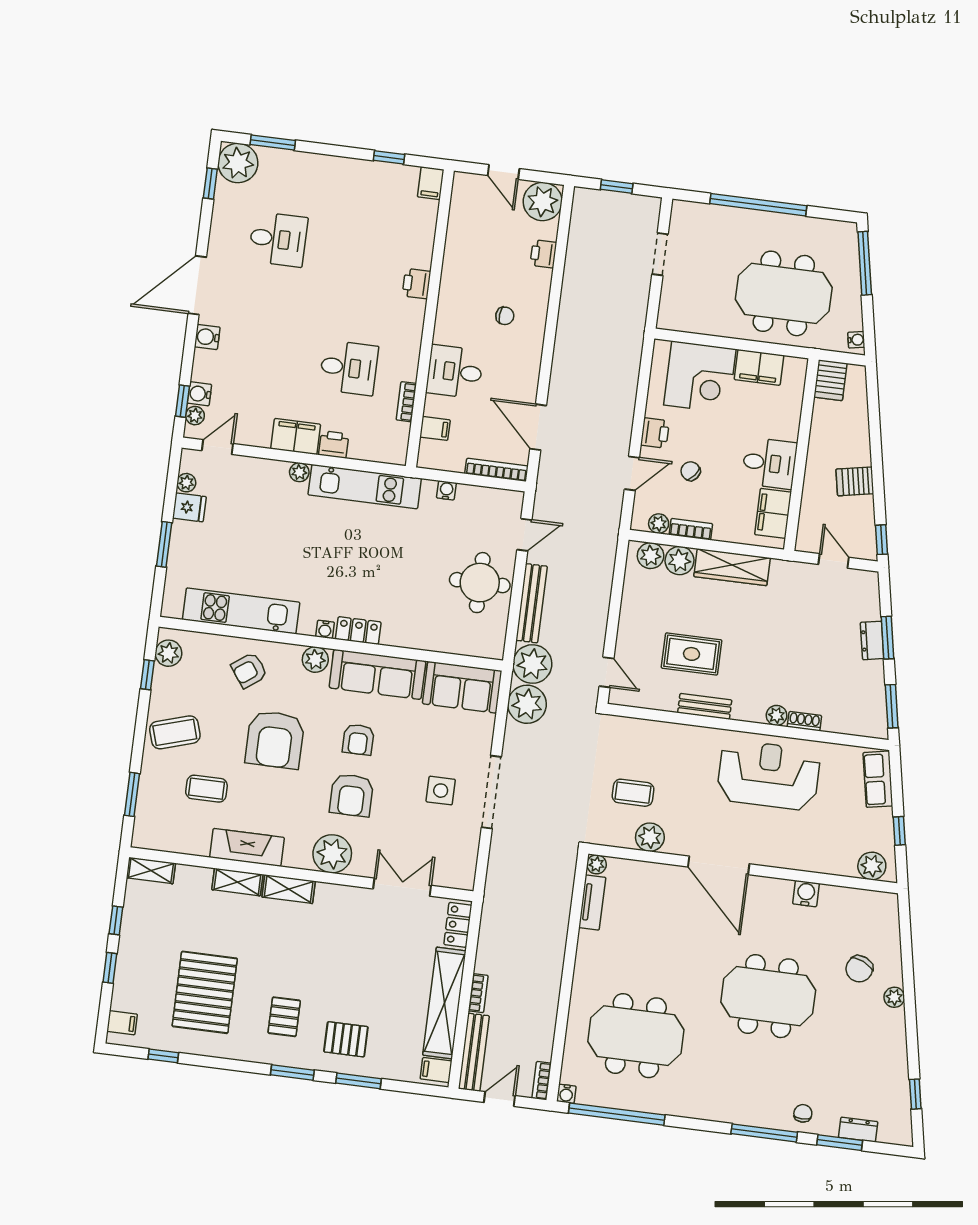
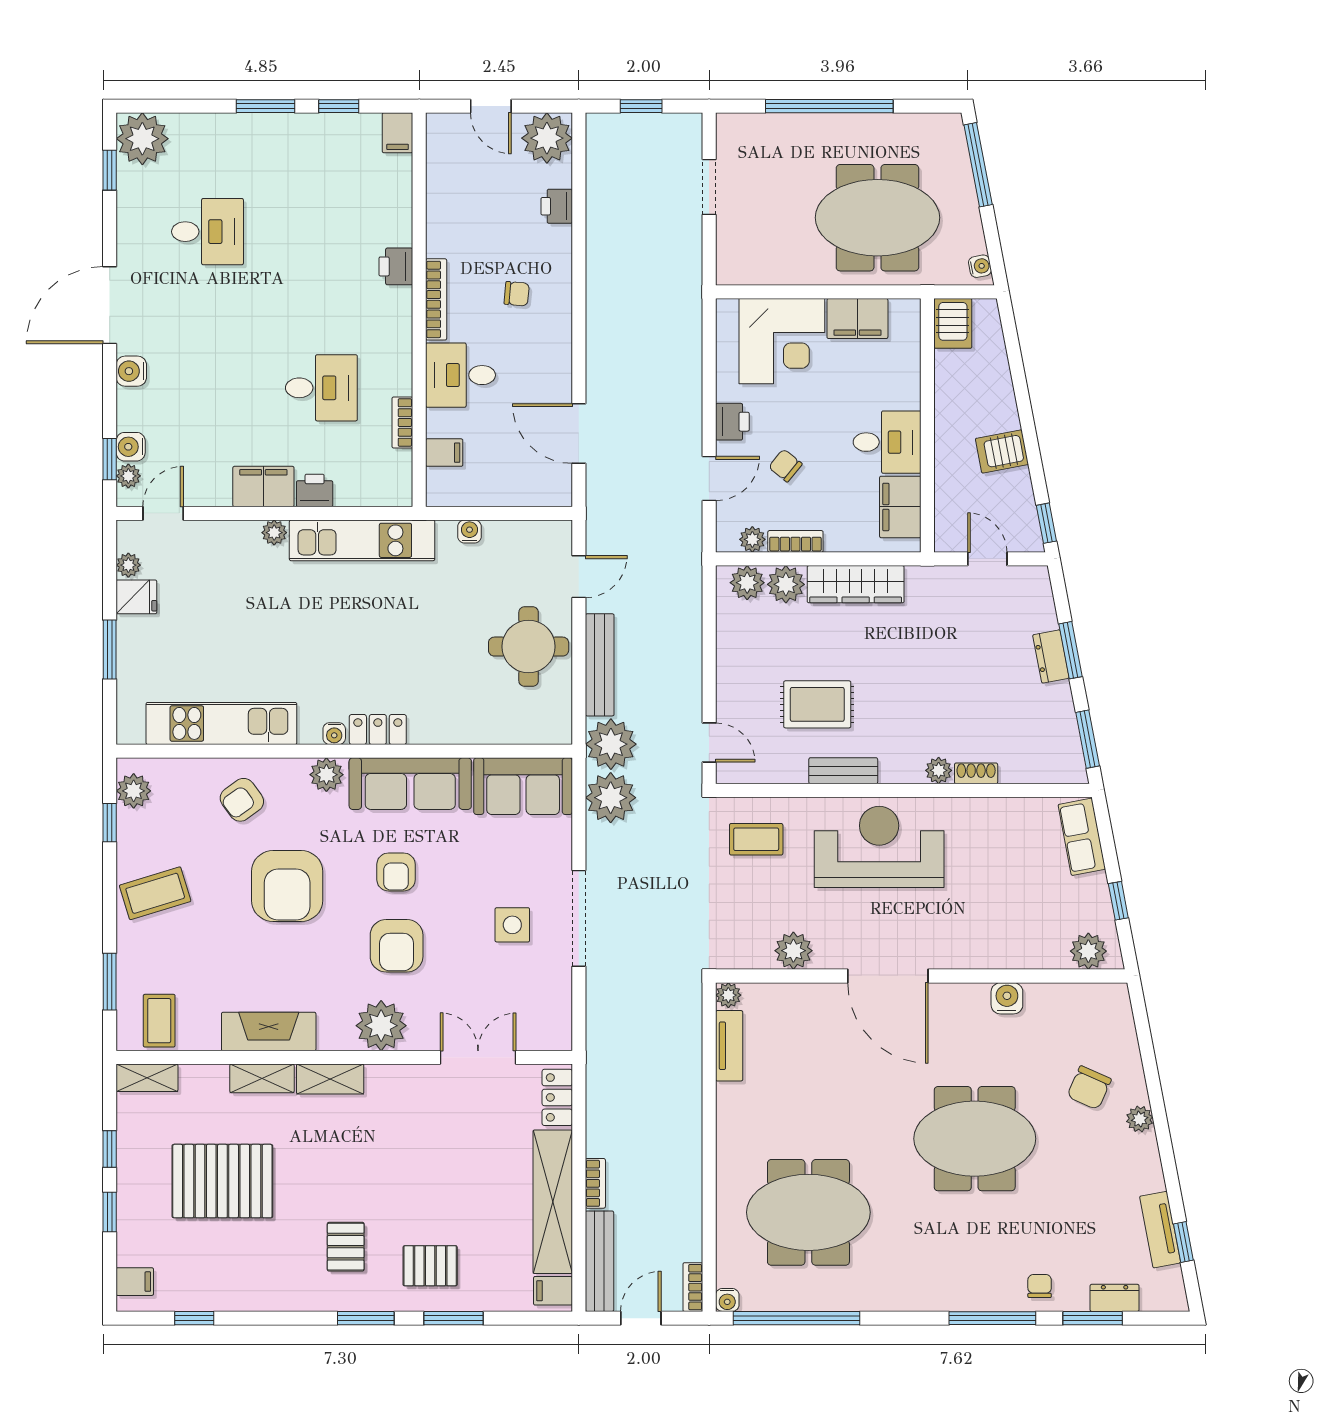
window: (273, 143) -> (266, 106), moved
bookcase: (496, 470) -> (436, 299), moved, turned 90
reception desk: (769, 775) -> (879, 847), moved
coffee table: (206, 789) -> (159, 1021), moved, turned 90
coffee table: (633, 793) -> (756, 839), moved
pallet: (205, 992) -> (222, 1181), moved, turned 90
tv unit: (899, 1082) -> (1160, 1230), added

